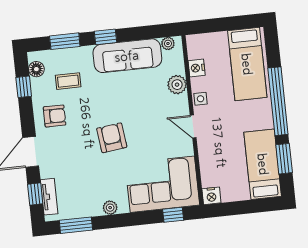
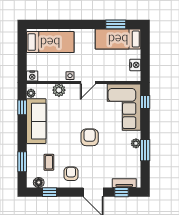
window: (106, 37) -> (22, 107), moved
nightstand: (197, 68) -> (32, 76), moved
window: (278, 101) -> (77, 24), removed
armchair: (112, 138) -> (90, 137), turned 97
nightstand: (211, 196) -> (135, 65), moved
window: (76, 225) -> (145, 150), moved

